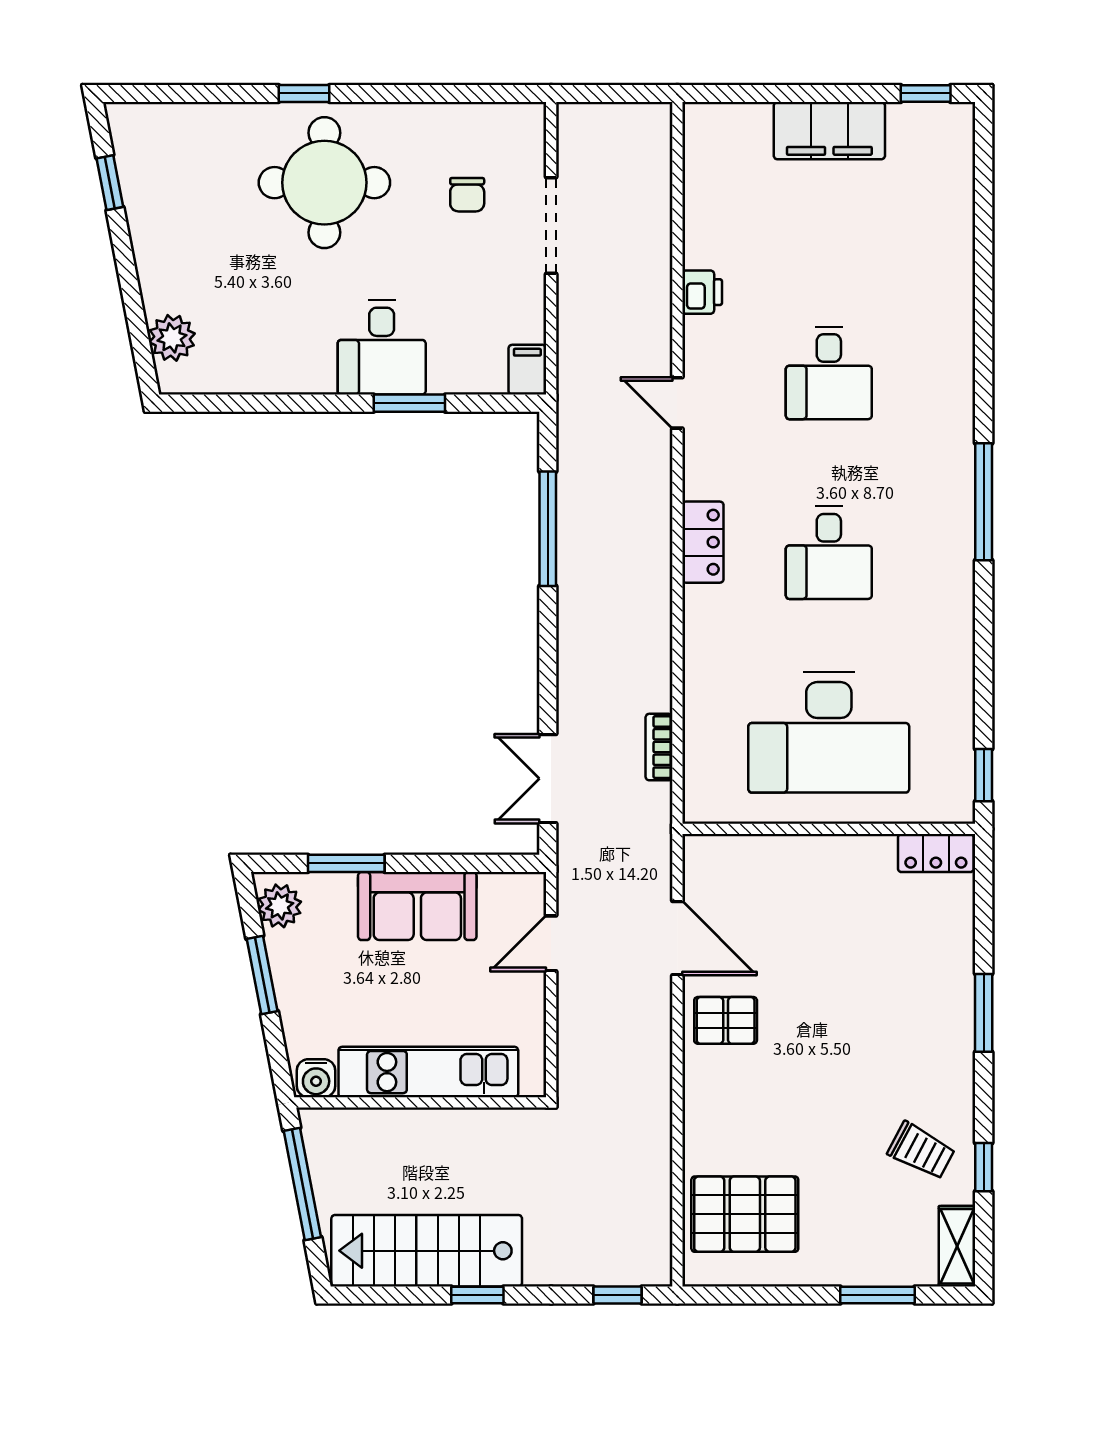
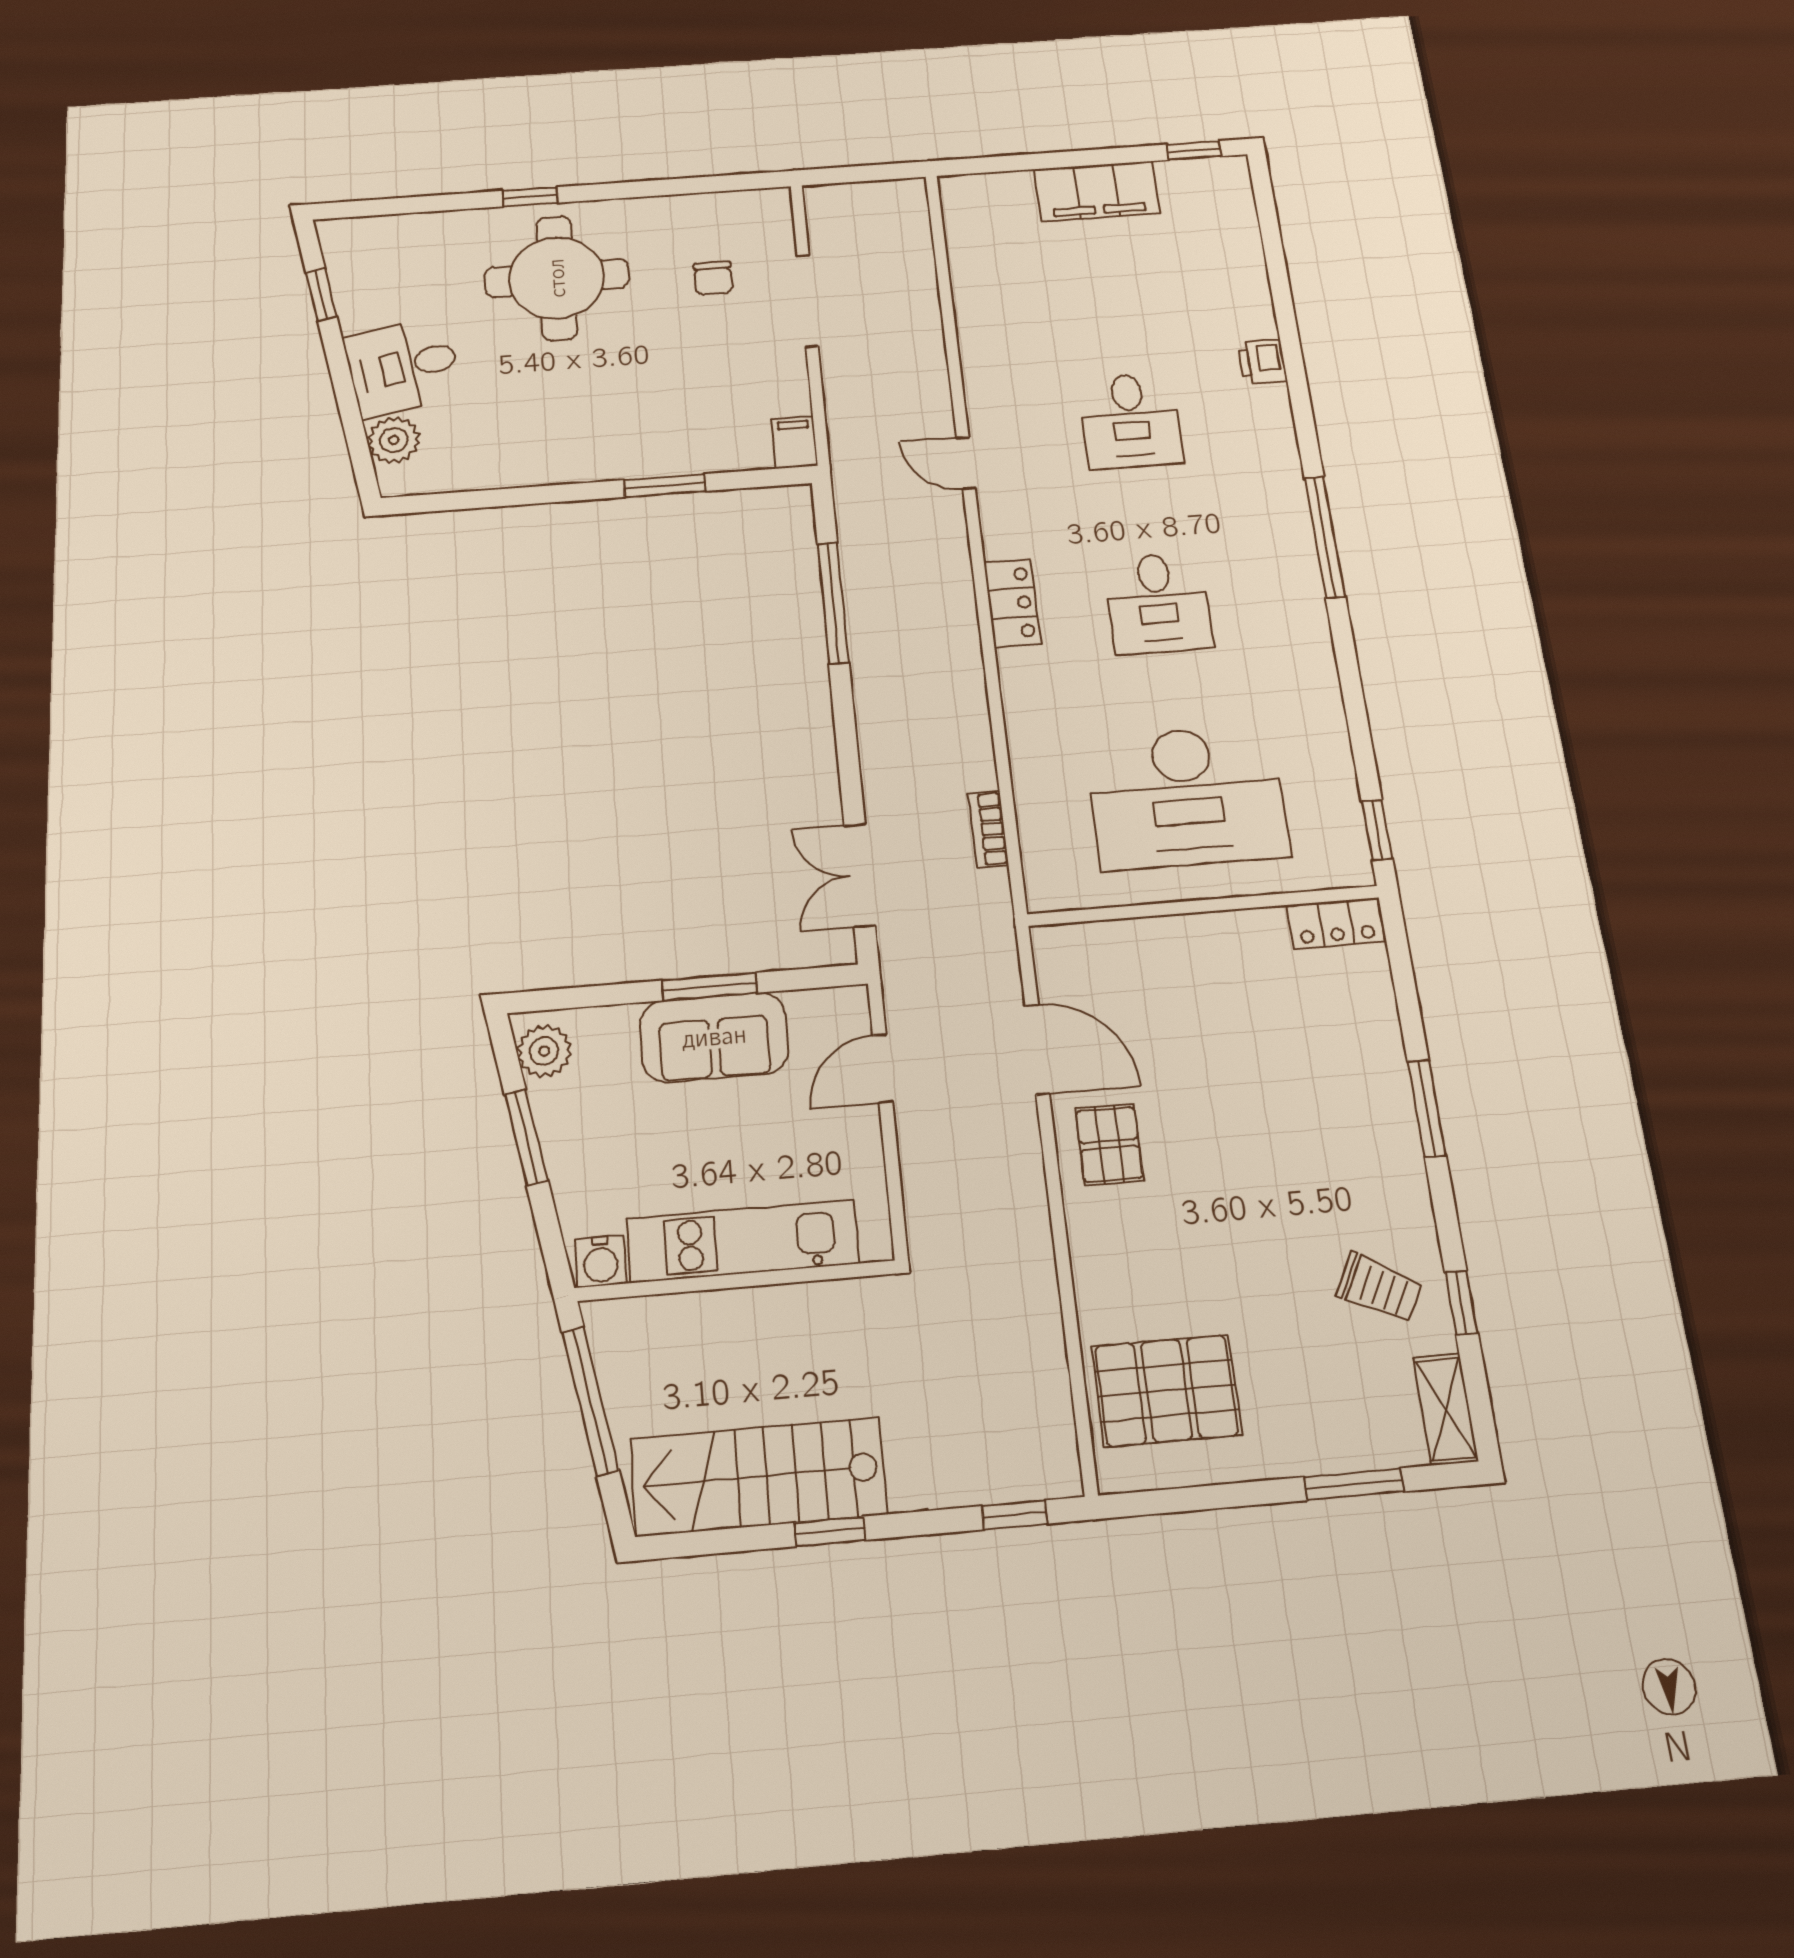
printer: (702, 292) -> (1262, 362), moved, turned 180
desk: (382, 347) -> (403, 367), moved, turned 79
window: (346, 863) -> (710, 987), moved
pallet: (726, 1020) -> (1109, 1145), turned 90

